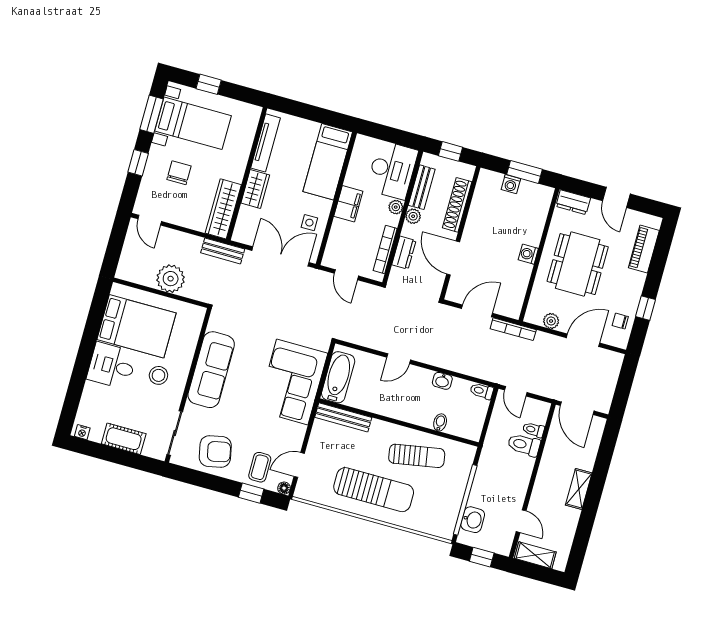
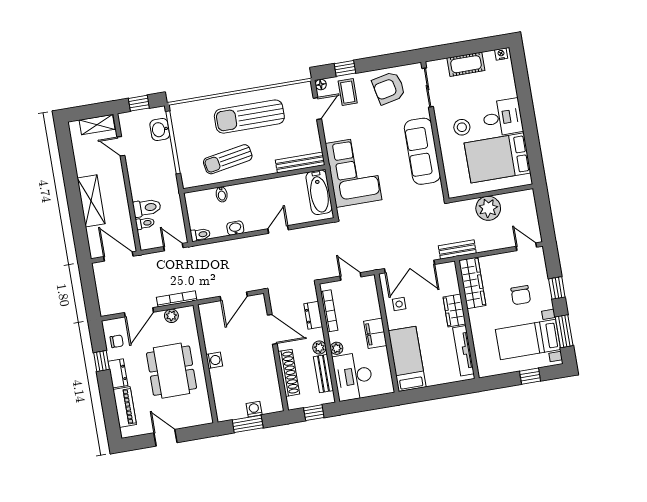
dresser: (573, 202) -> (118, 373), moved, turned 90
bookcase: (513, 329) -> (177, 299), moved
shelving: (579, 489) -> (91, 201), width x1.50, depth x1.33

